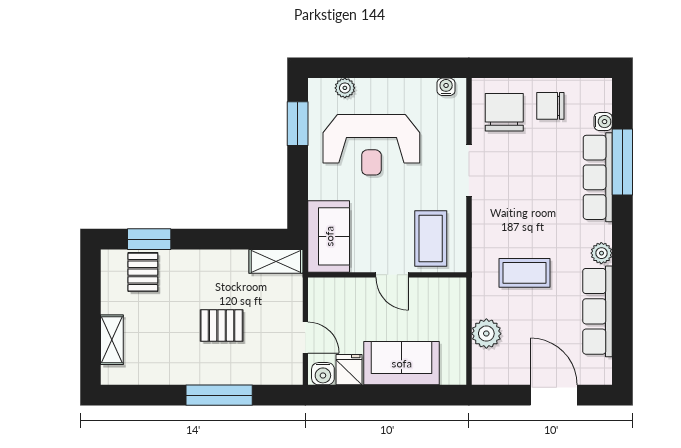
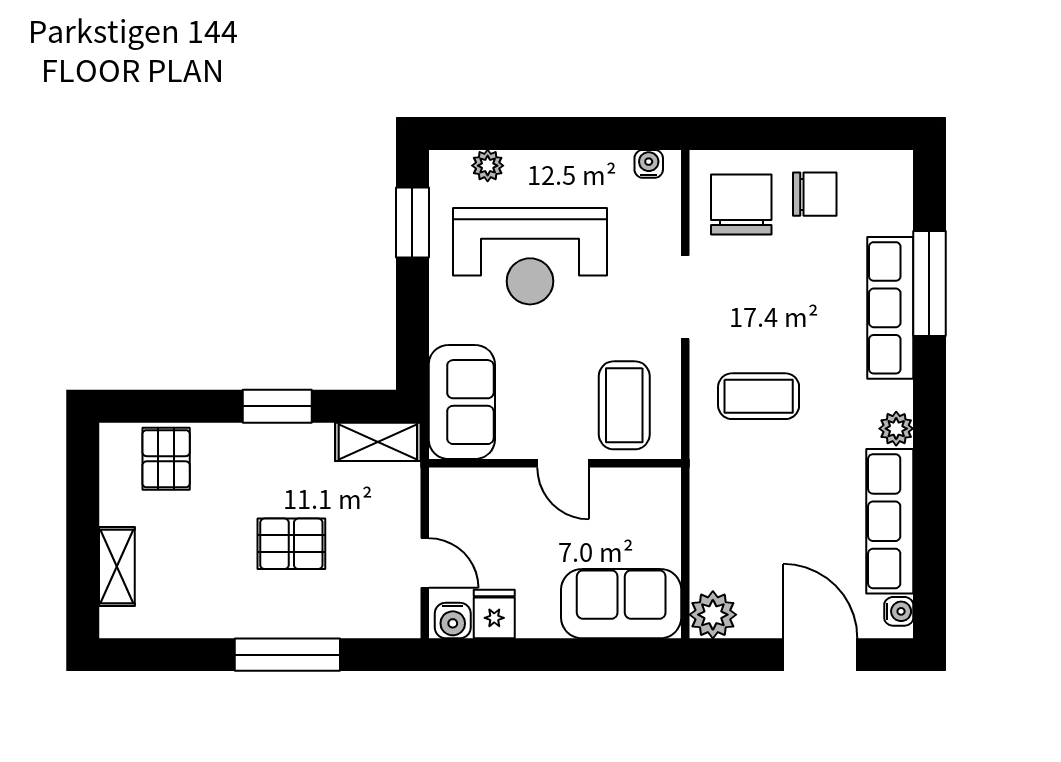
chair: (550, 106) -> (815, 194), turned 180
water cooler: (603, 122) -> (899, 611), moved
window: (149, 239) -> (277, 406), moved
coffee table: (525, 273) -> (759, 396), moved
plant: (486, 334) -> (713, 615), moved
sofa: (402, 363) -> (621, 604), moved

